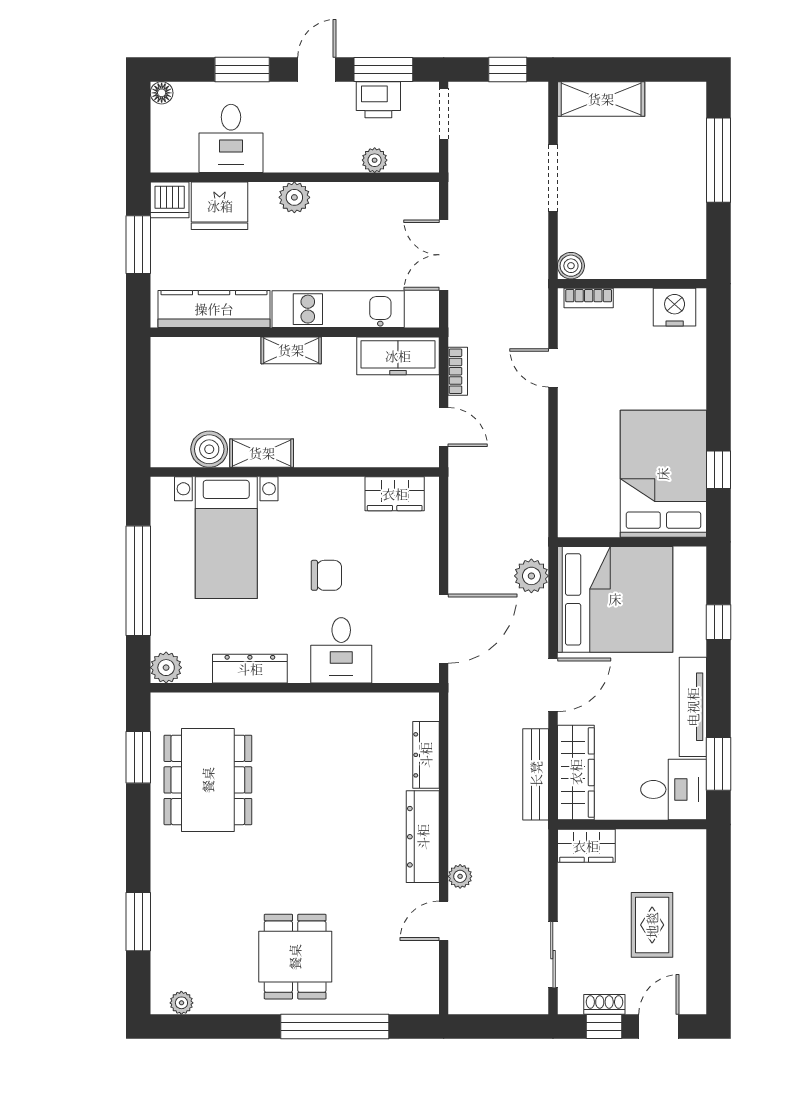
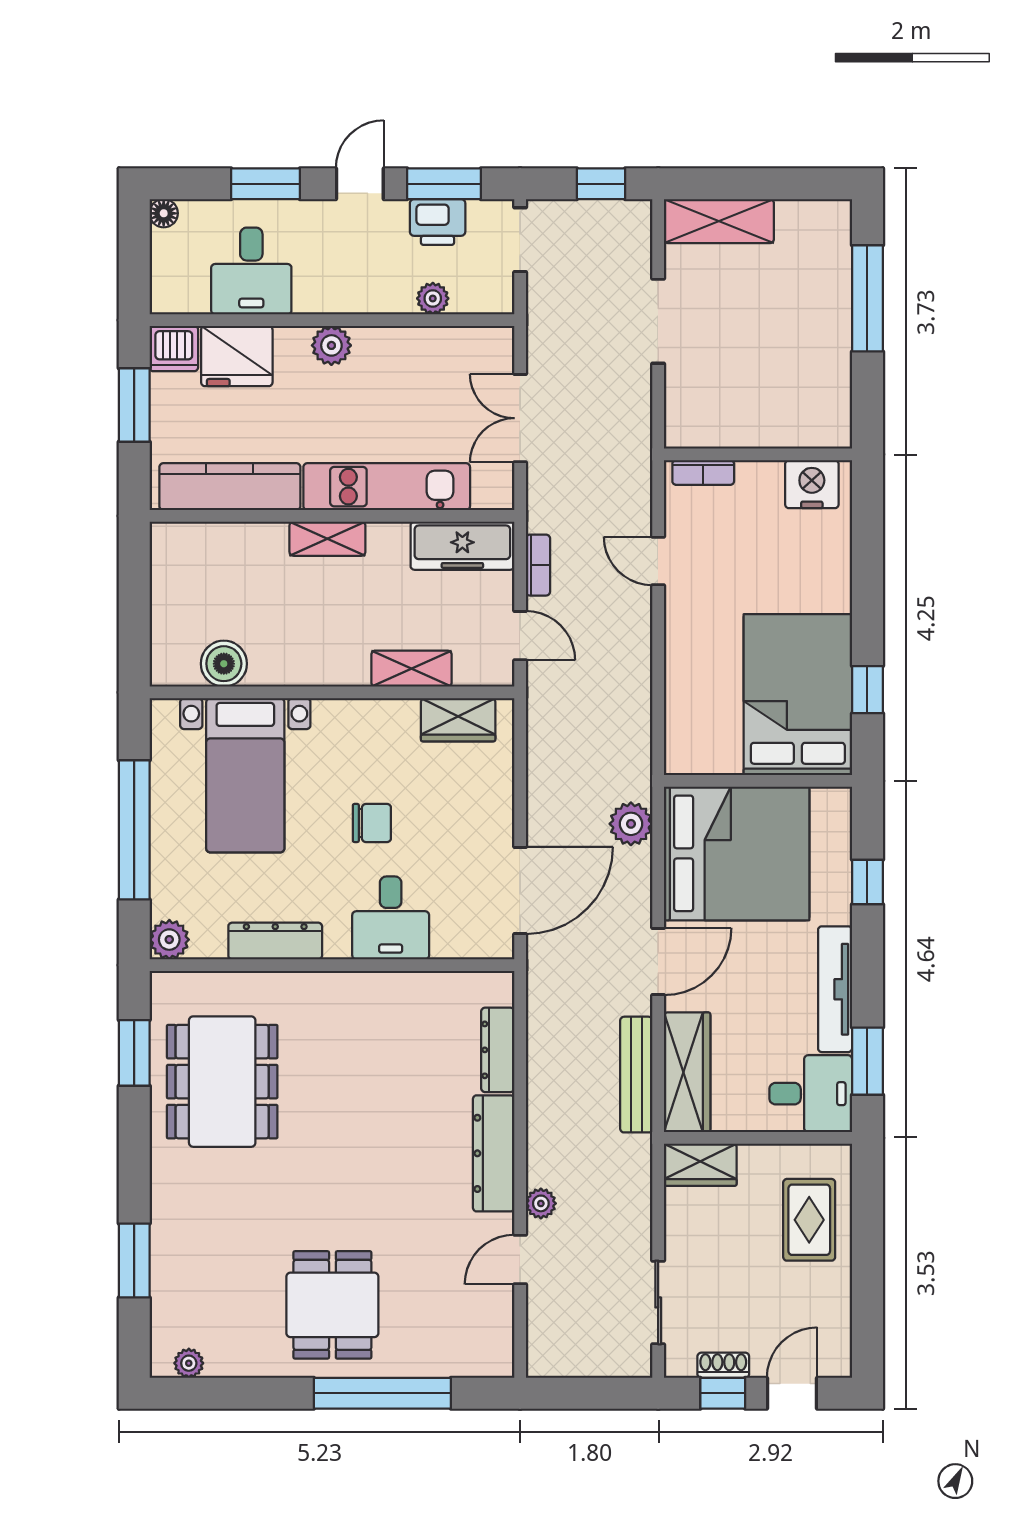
boiler: (571, 266) -> (681, 432), removed
shelving: (262, 453) -> (411, 669), moved
rug: (652, 925) -> (809, 1220), moved

